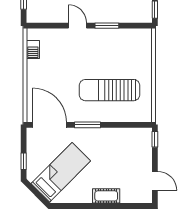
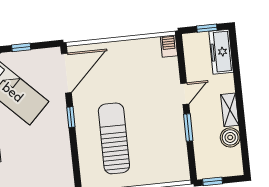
barbecue: (33, 49) -> (169, 46), moved, turned 90
window: (88, 125) -> (71, 117), width x0.67

